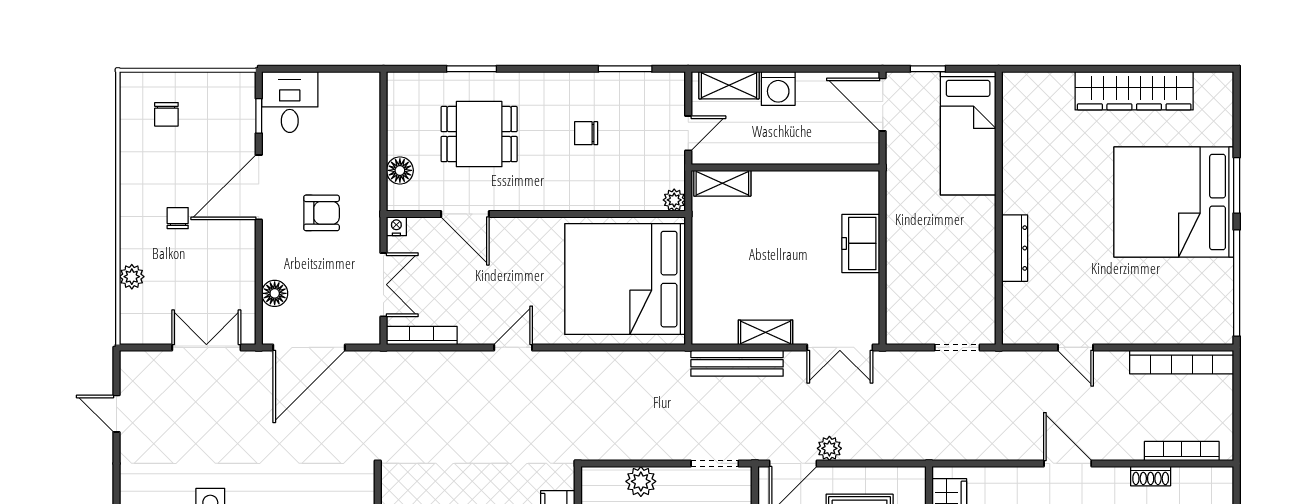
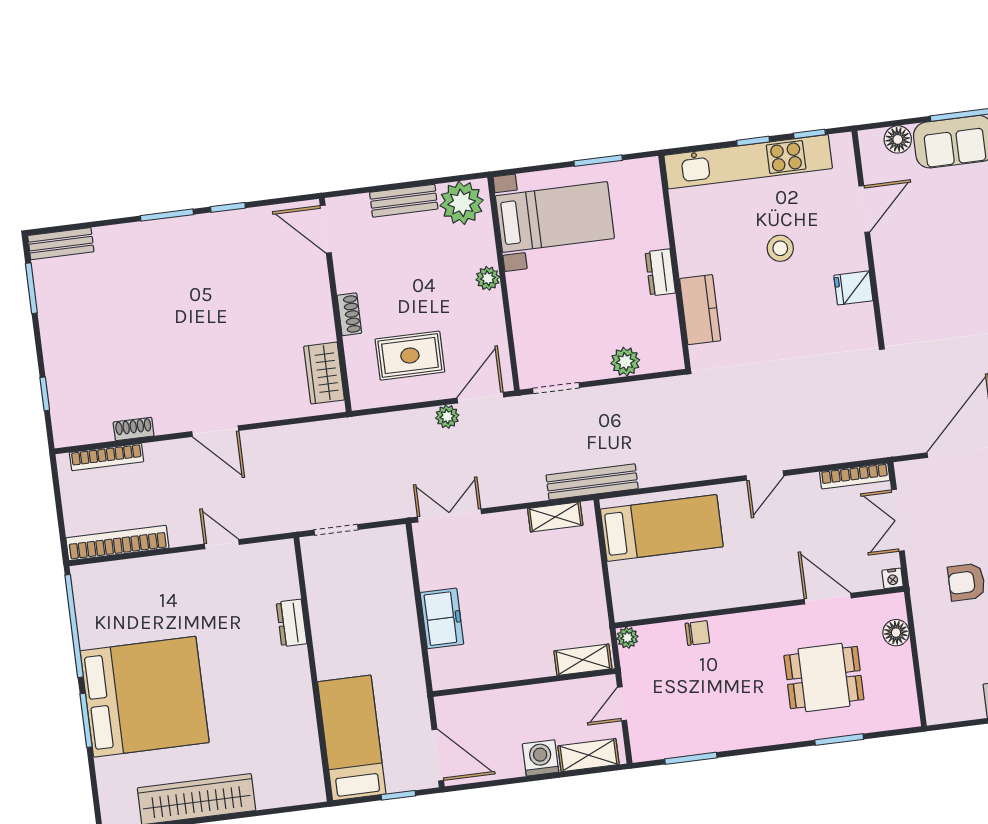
chair: (586, 133) -> (697, 633), moved
dresser: (1015, 248) -> (292, 623), width x0.70
bed: (625, 279) -> (662, 528), width x0.49
shelving: (766, 332) -> (555, 517), moved
bench: (737, 363) -> (592, 482), moved

